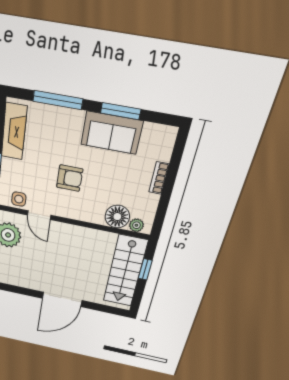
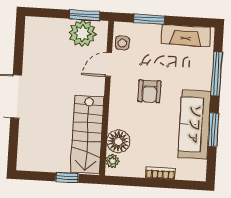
sofa: (112, 133) -> (195, 125), width x1.36
stairs: (125, 271) -> (87, 135), moved, turned -90

